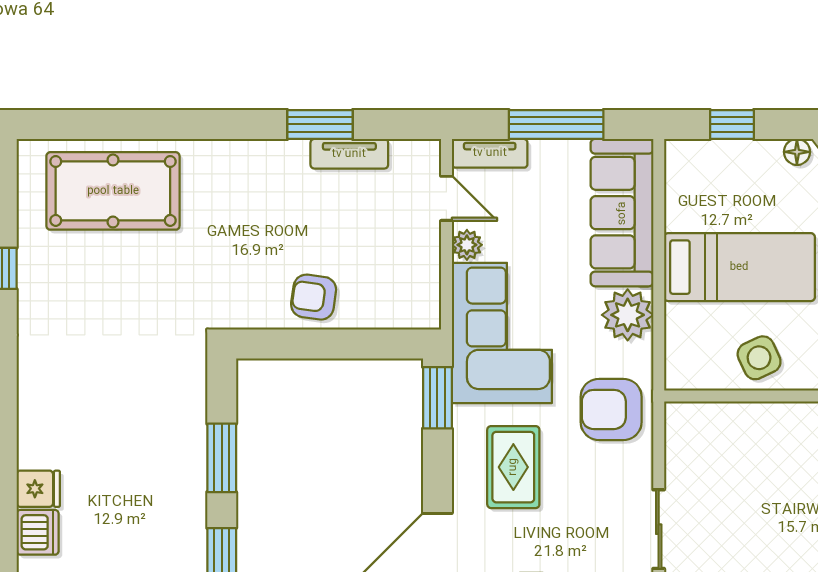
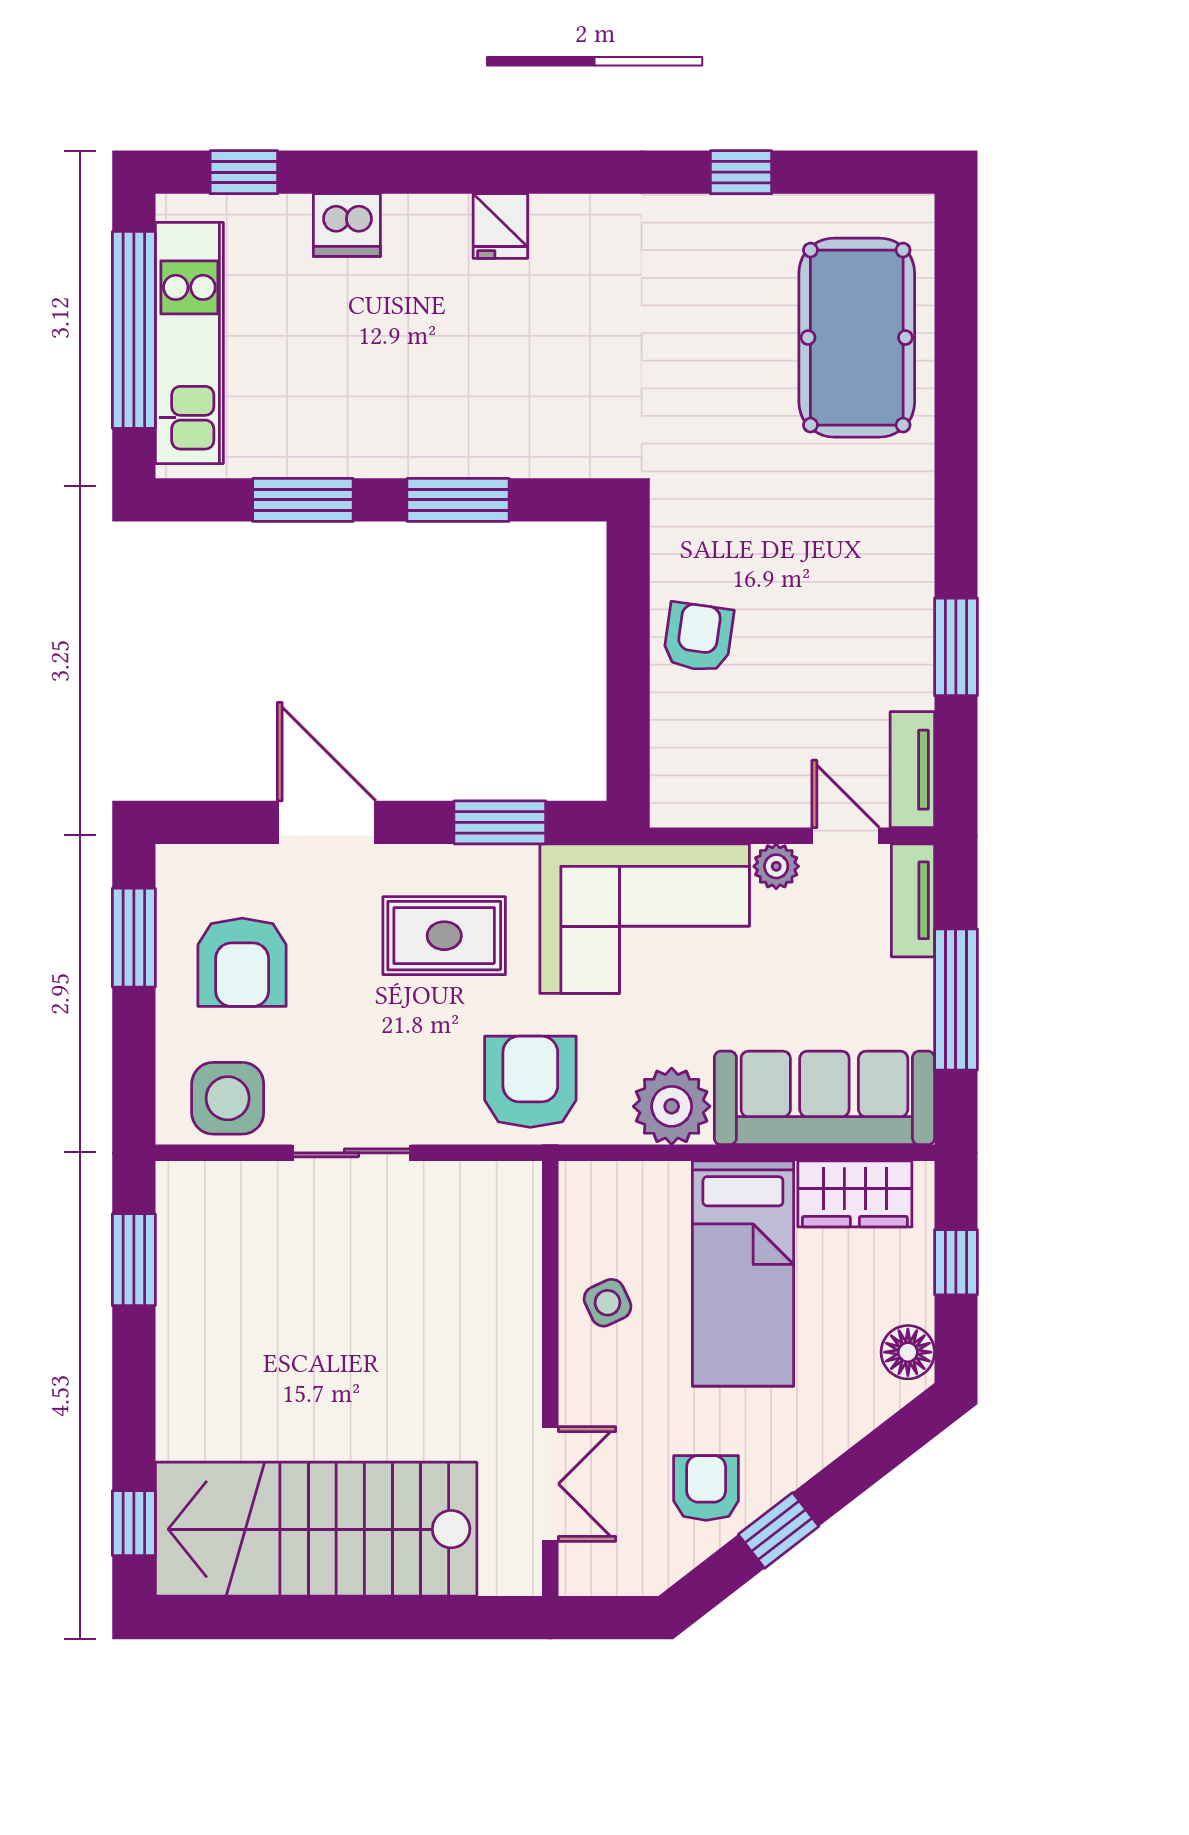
floor lamp: (797, 152) -> (908, 1352), width x1.37, depth x1.37
tv unit: (349, 154) -> (912, 770), moved
wardrobe: (686, 192) -> (855, 1194), added
door: (446, 198) -> (846, 836), swing flipped
side table: (759, 358) -> (608, 1303), width x0.73, depth x0.73
window: (437, 398) -> (500, 822), moved
fridge: (38, 489) -> (500, 226), moved

